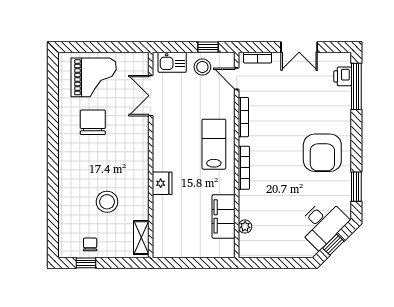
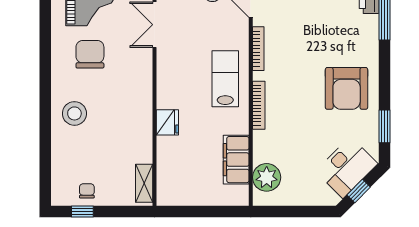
stool: (107, 202) -> (74, 113), moved
plant: (245, 227) -> (267, 177), width x1.88, depth x1.88

